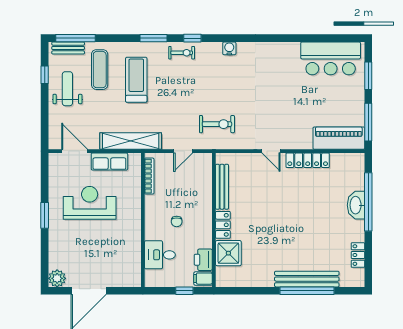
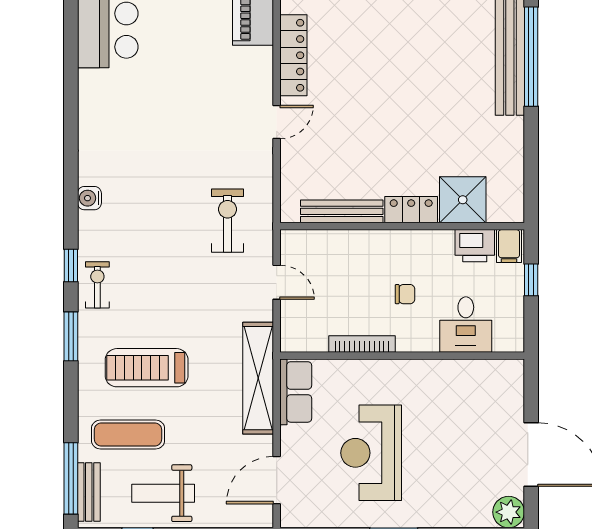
row of seats: (109, 162) -> (296, 392), moved
bookcase: (149, 176) -> (362, 344), moved

